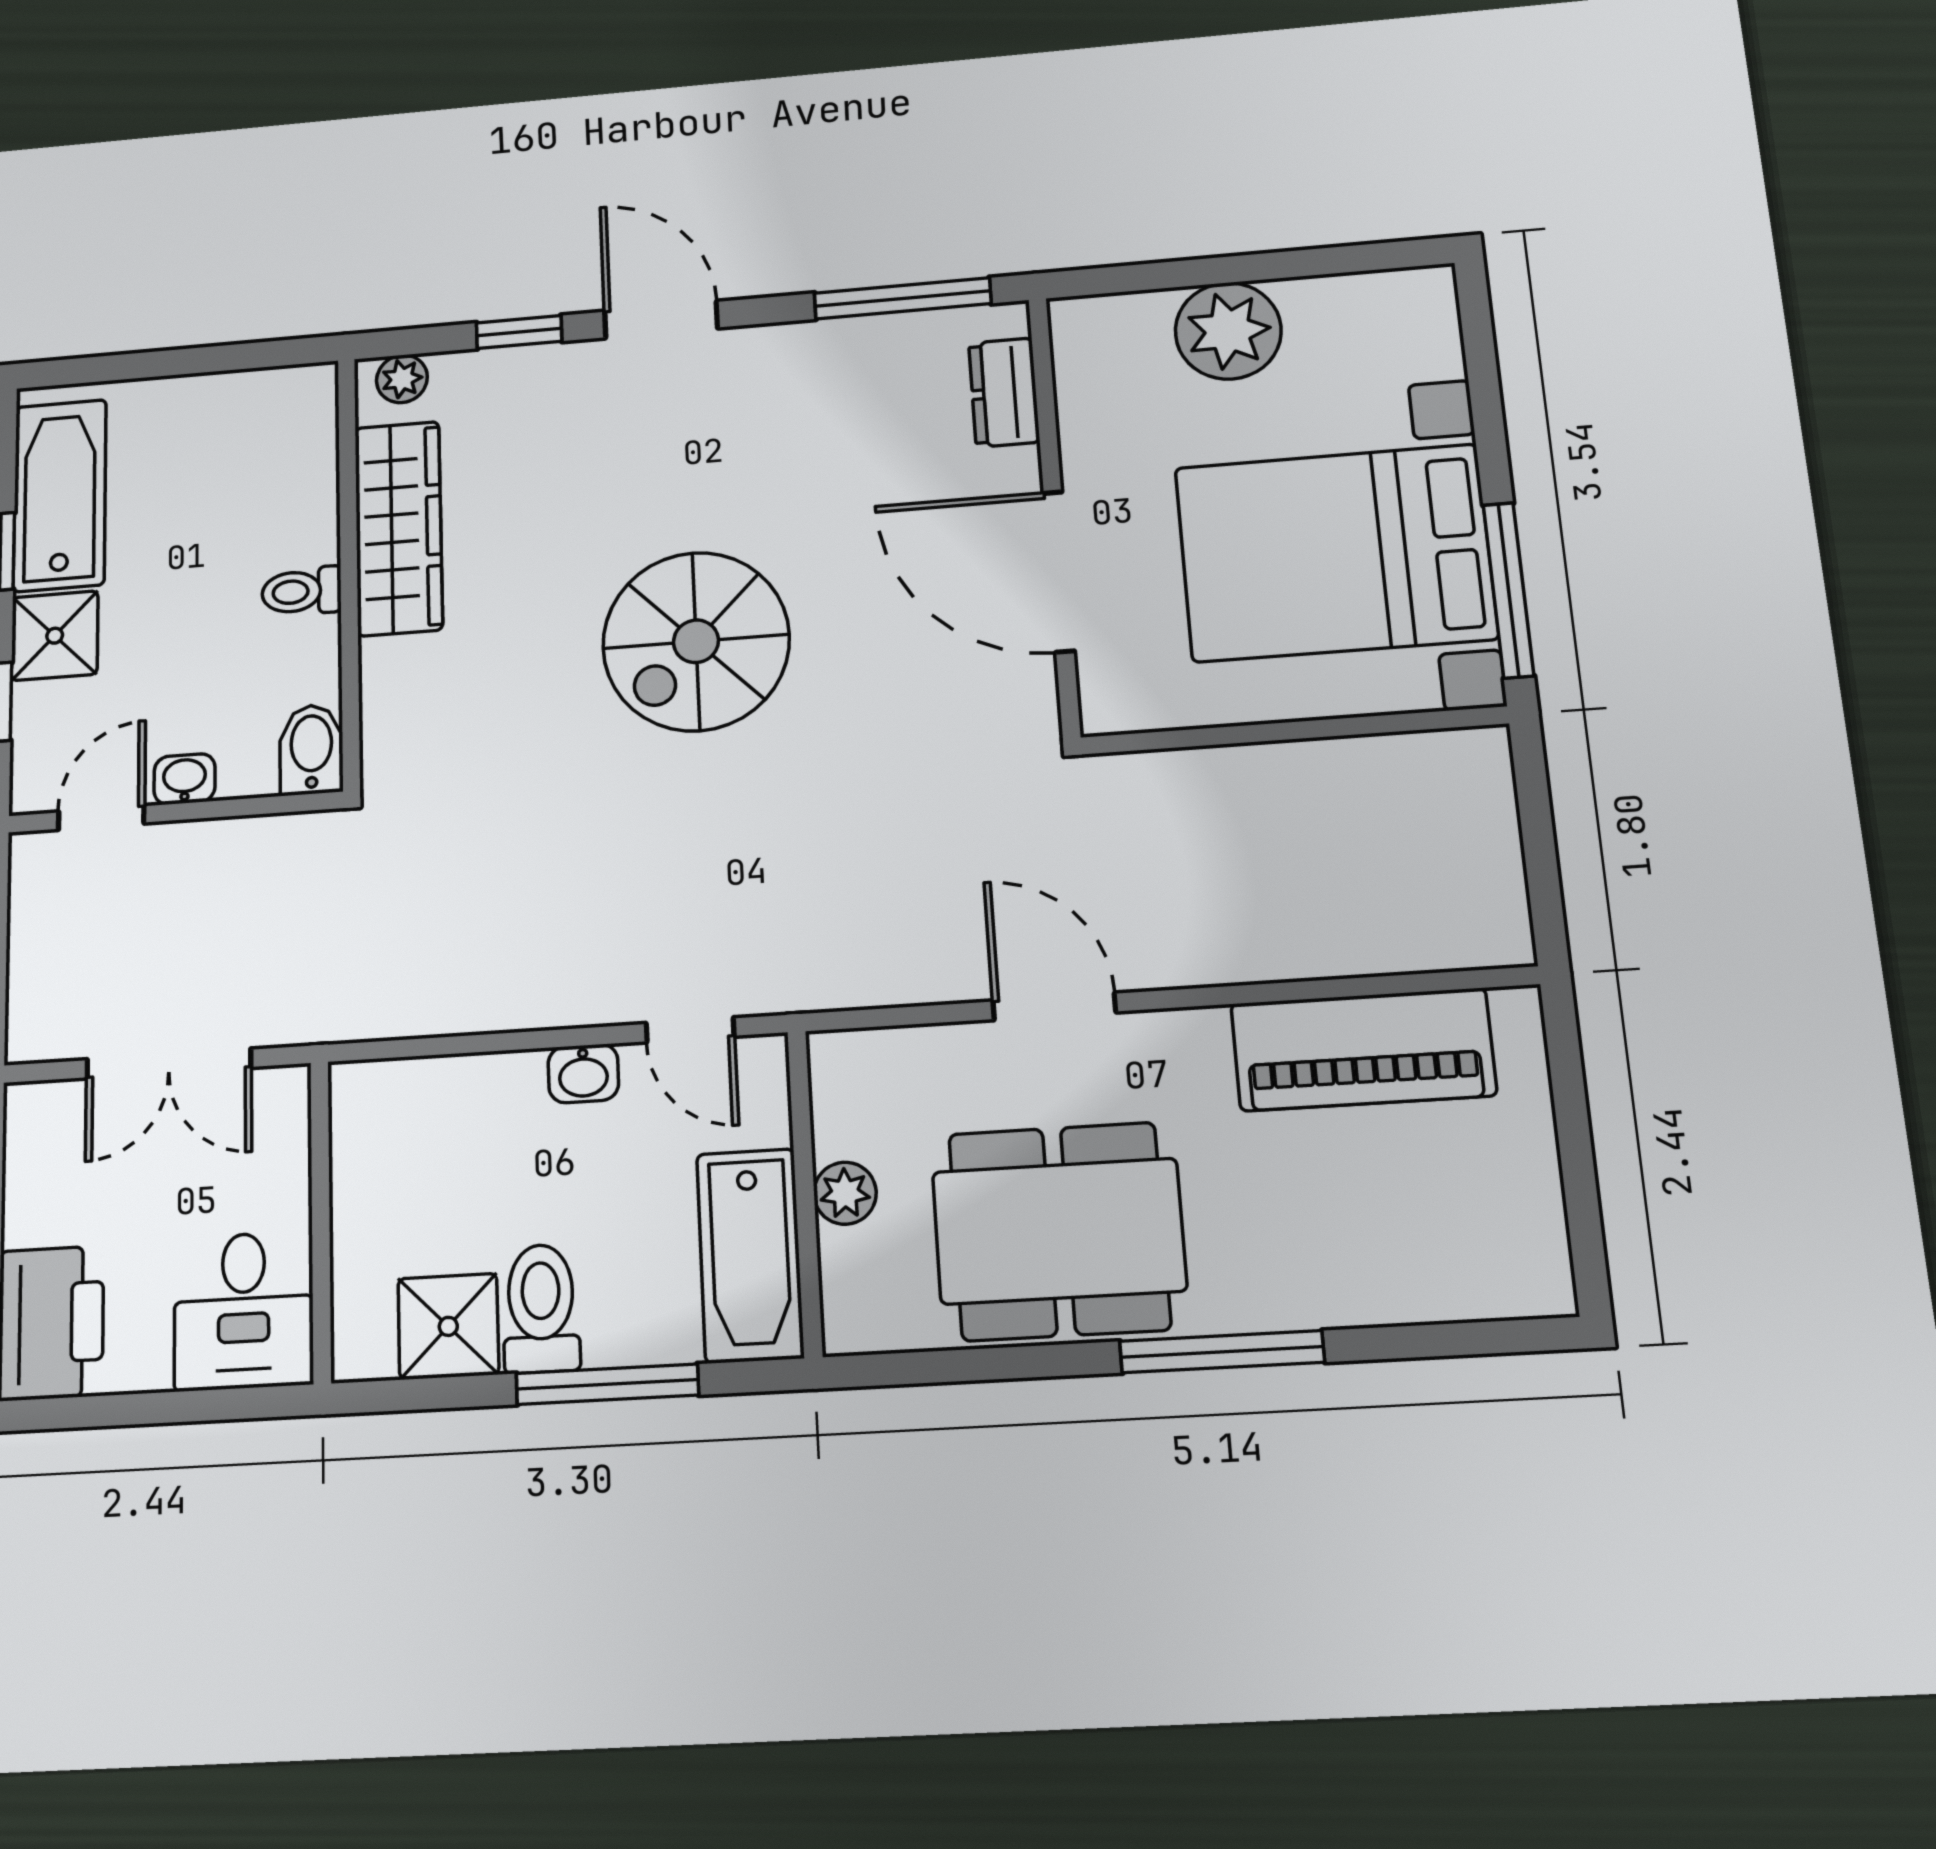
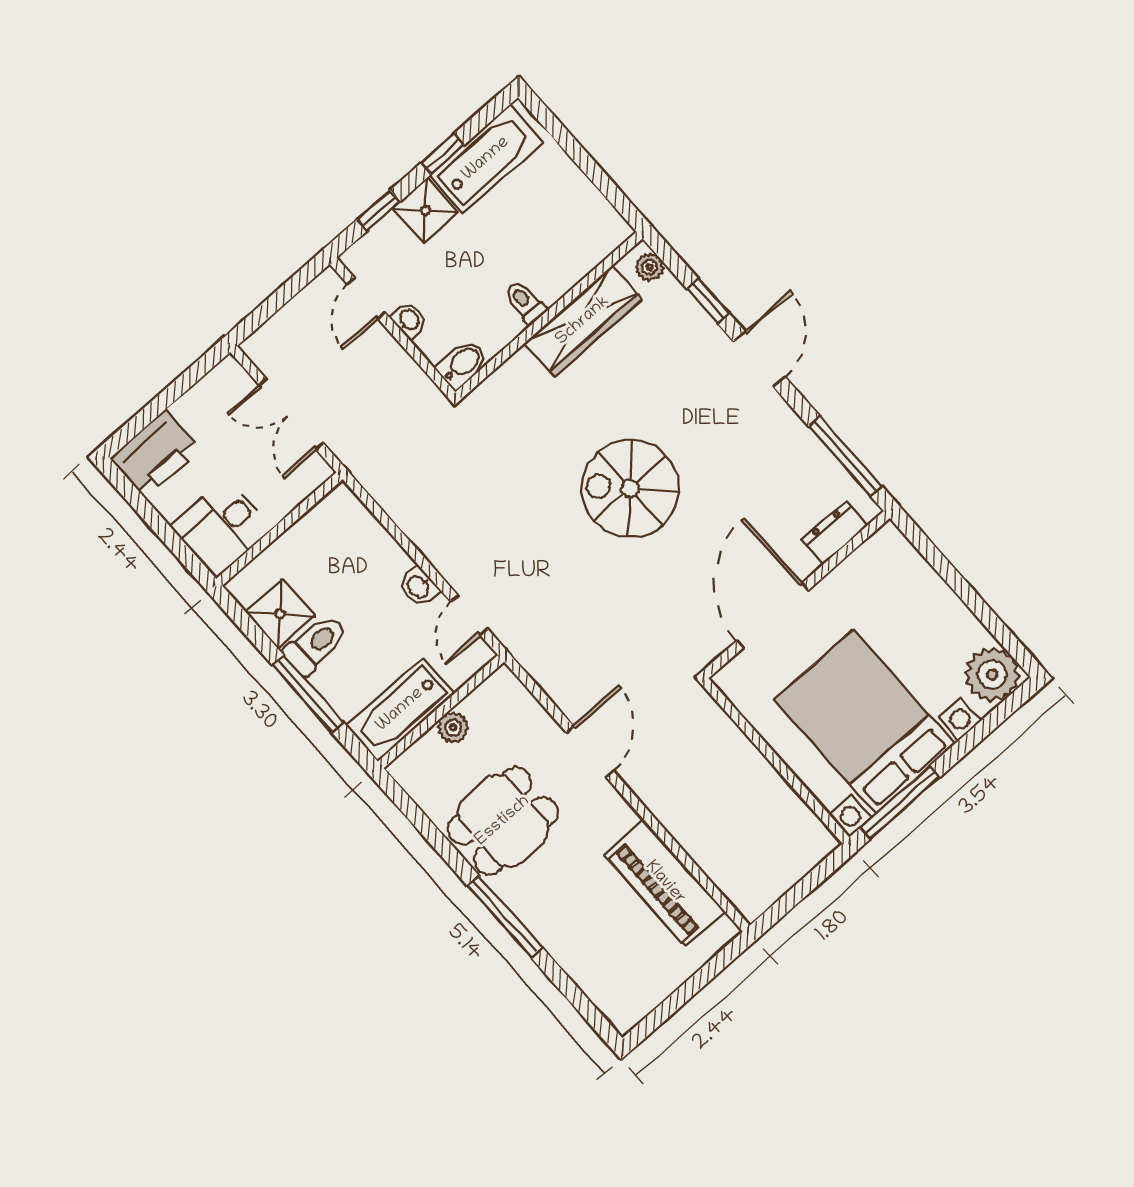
plant: (1228, 331) -> (992, 675), moved
door: (101, 817) -> (366, 298), swing flipped
dining table: (1059, 1231) -> (503, 821), width x0.73

